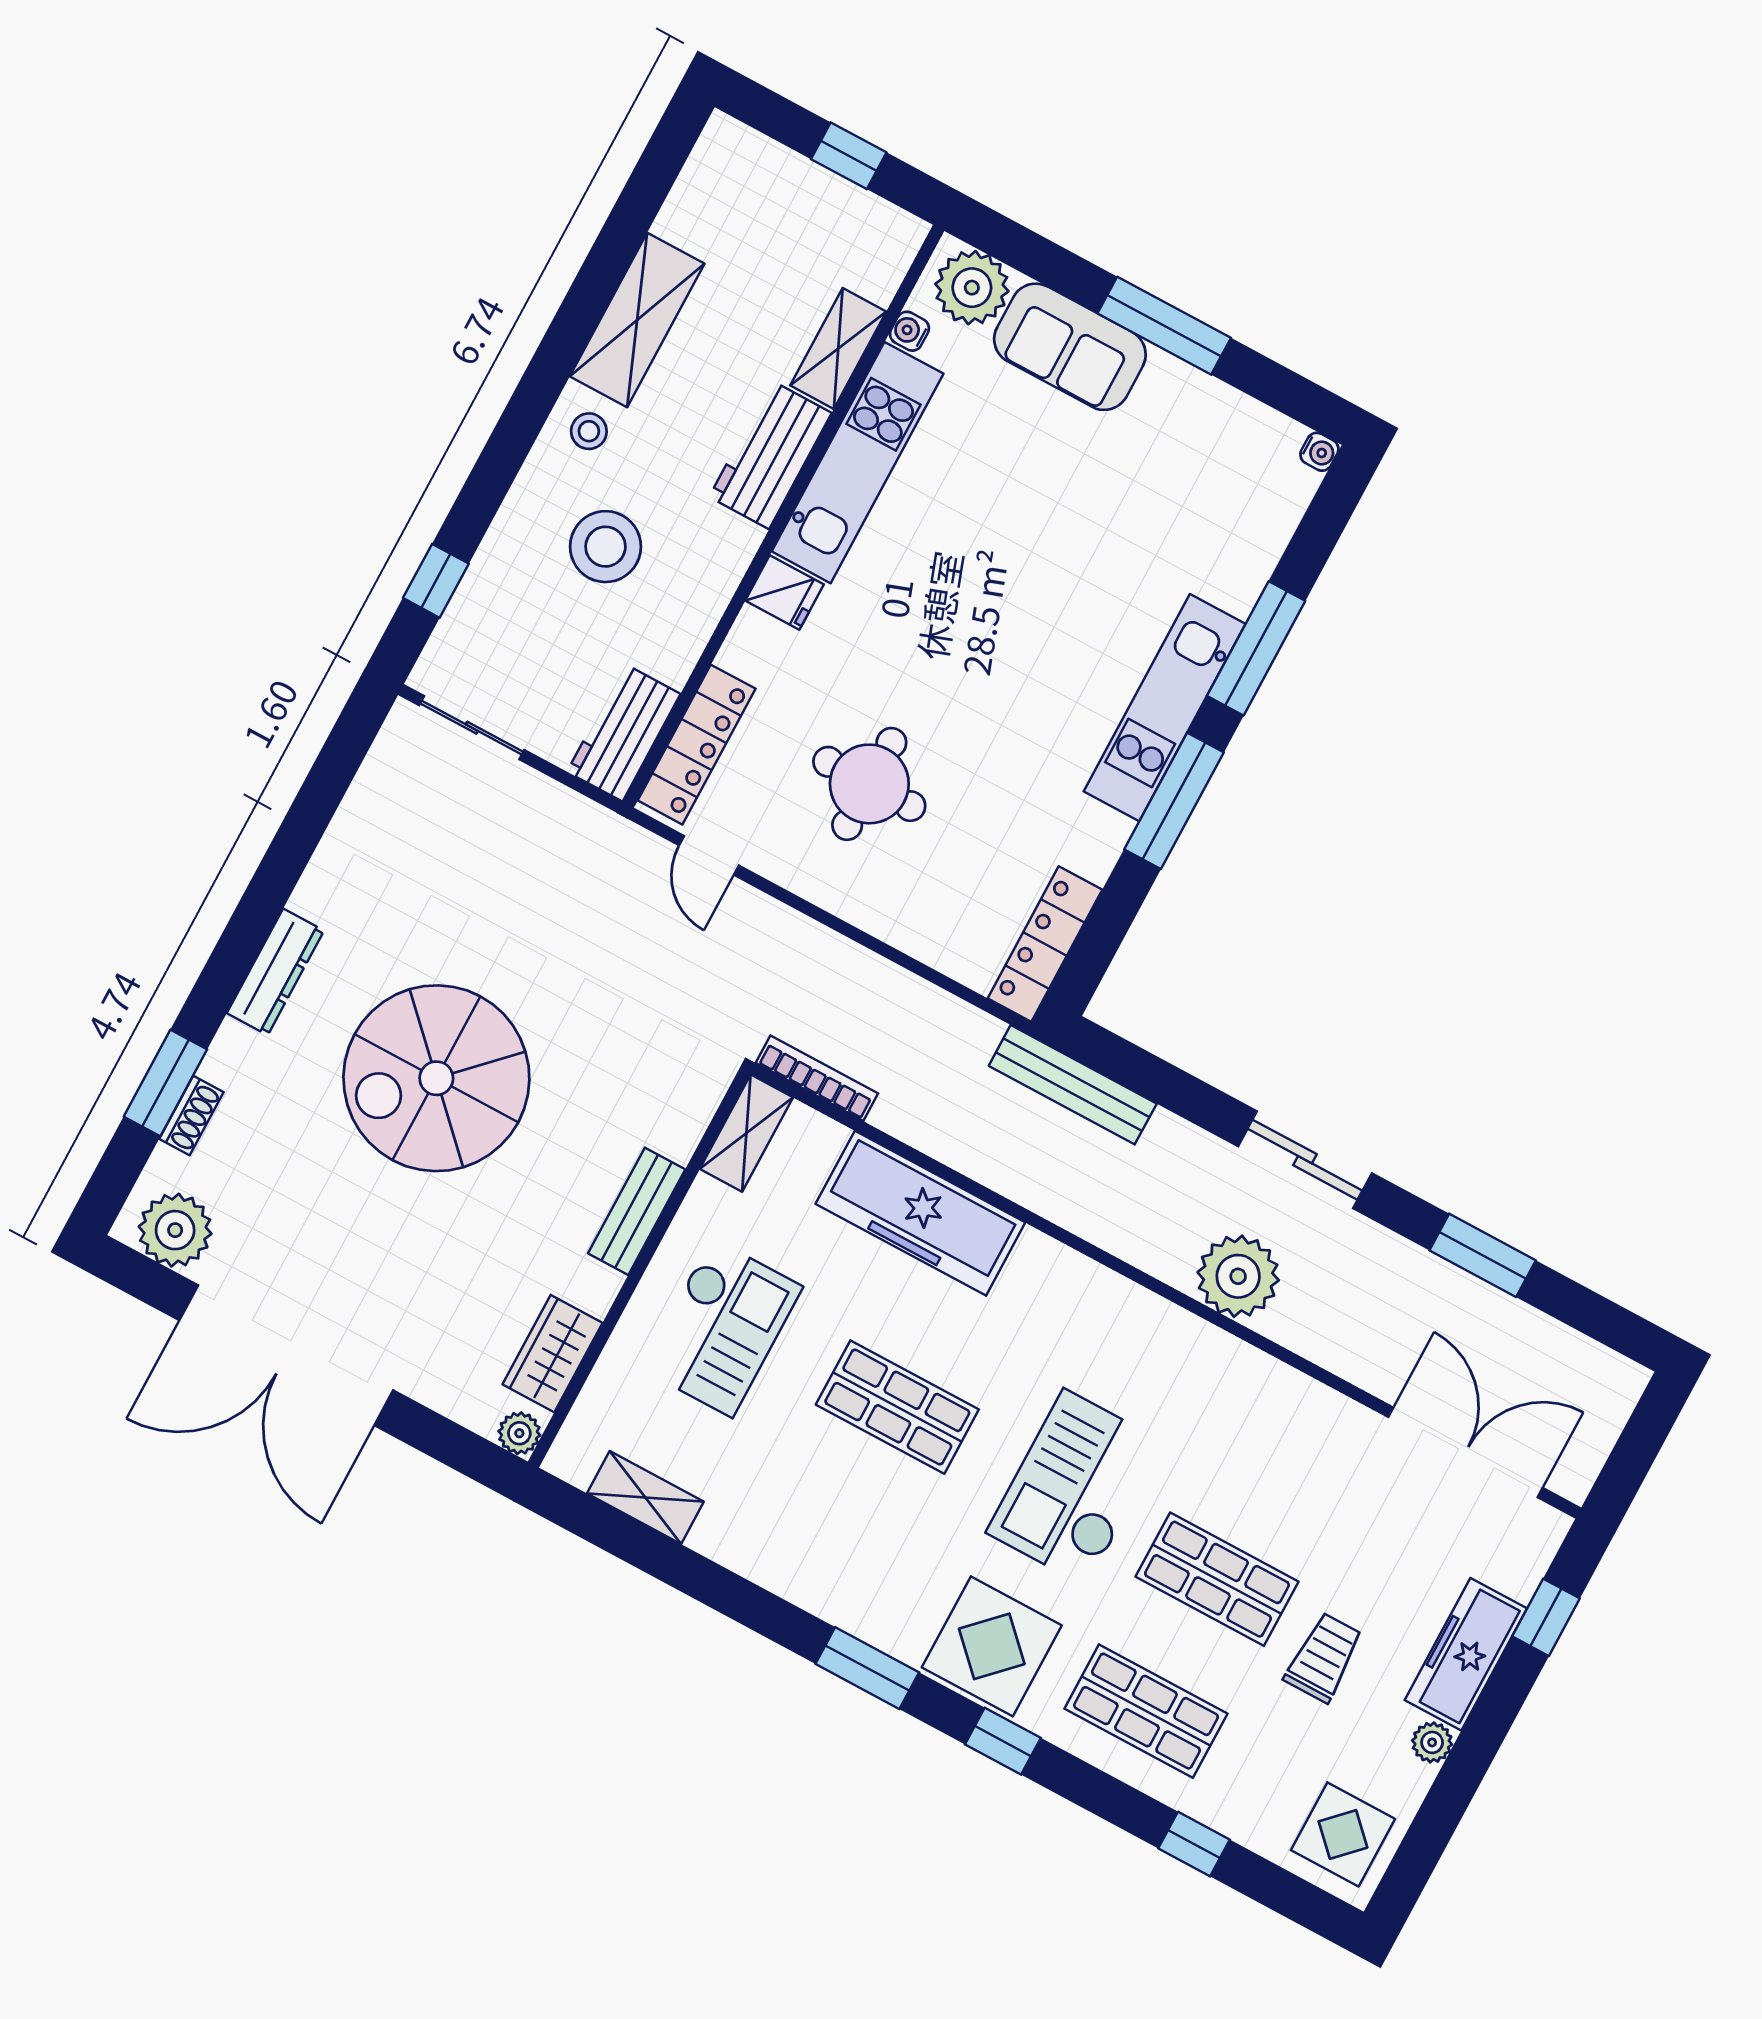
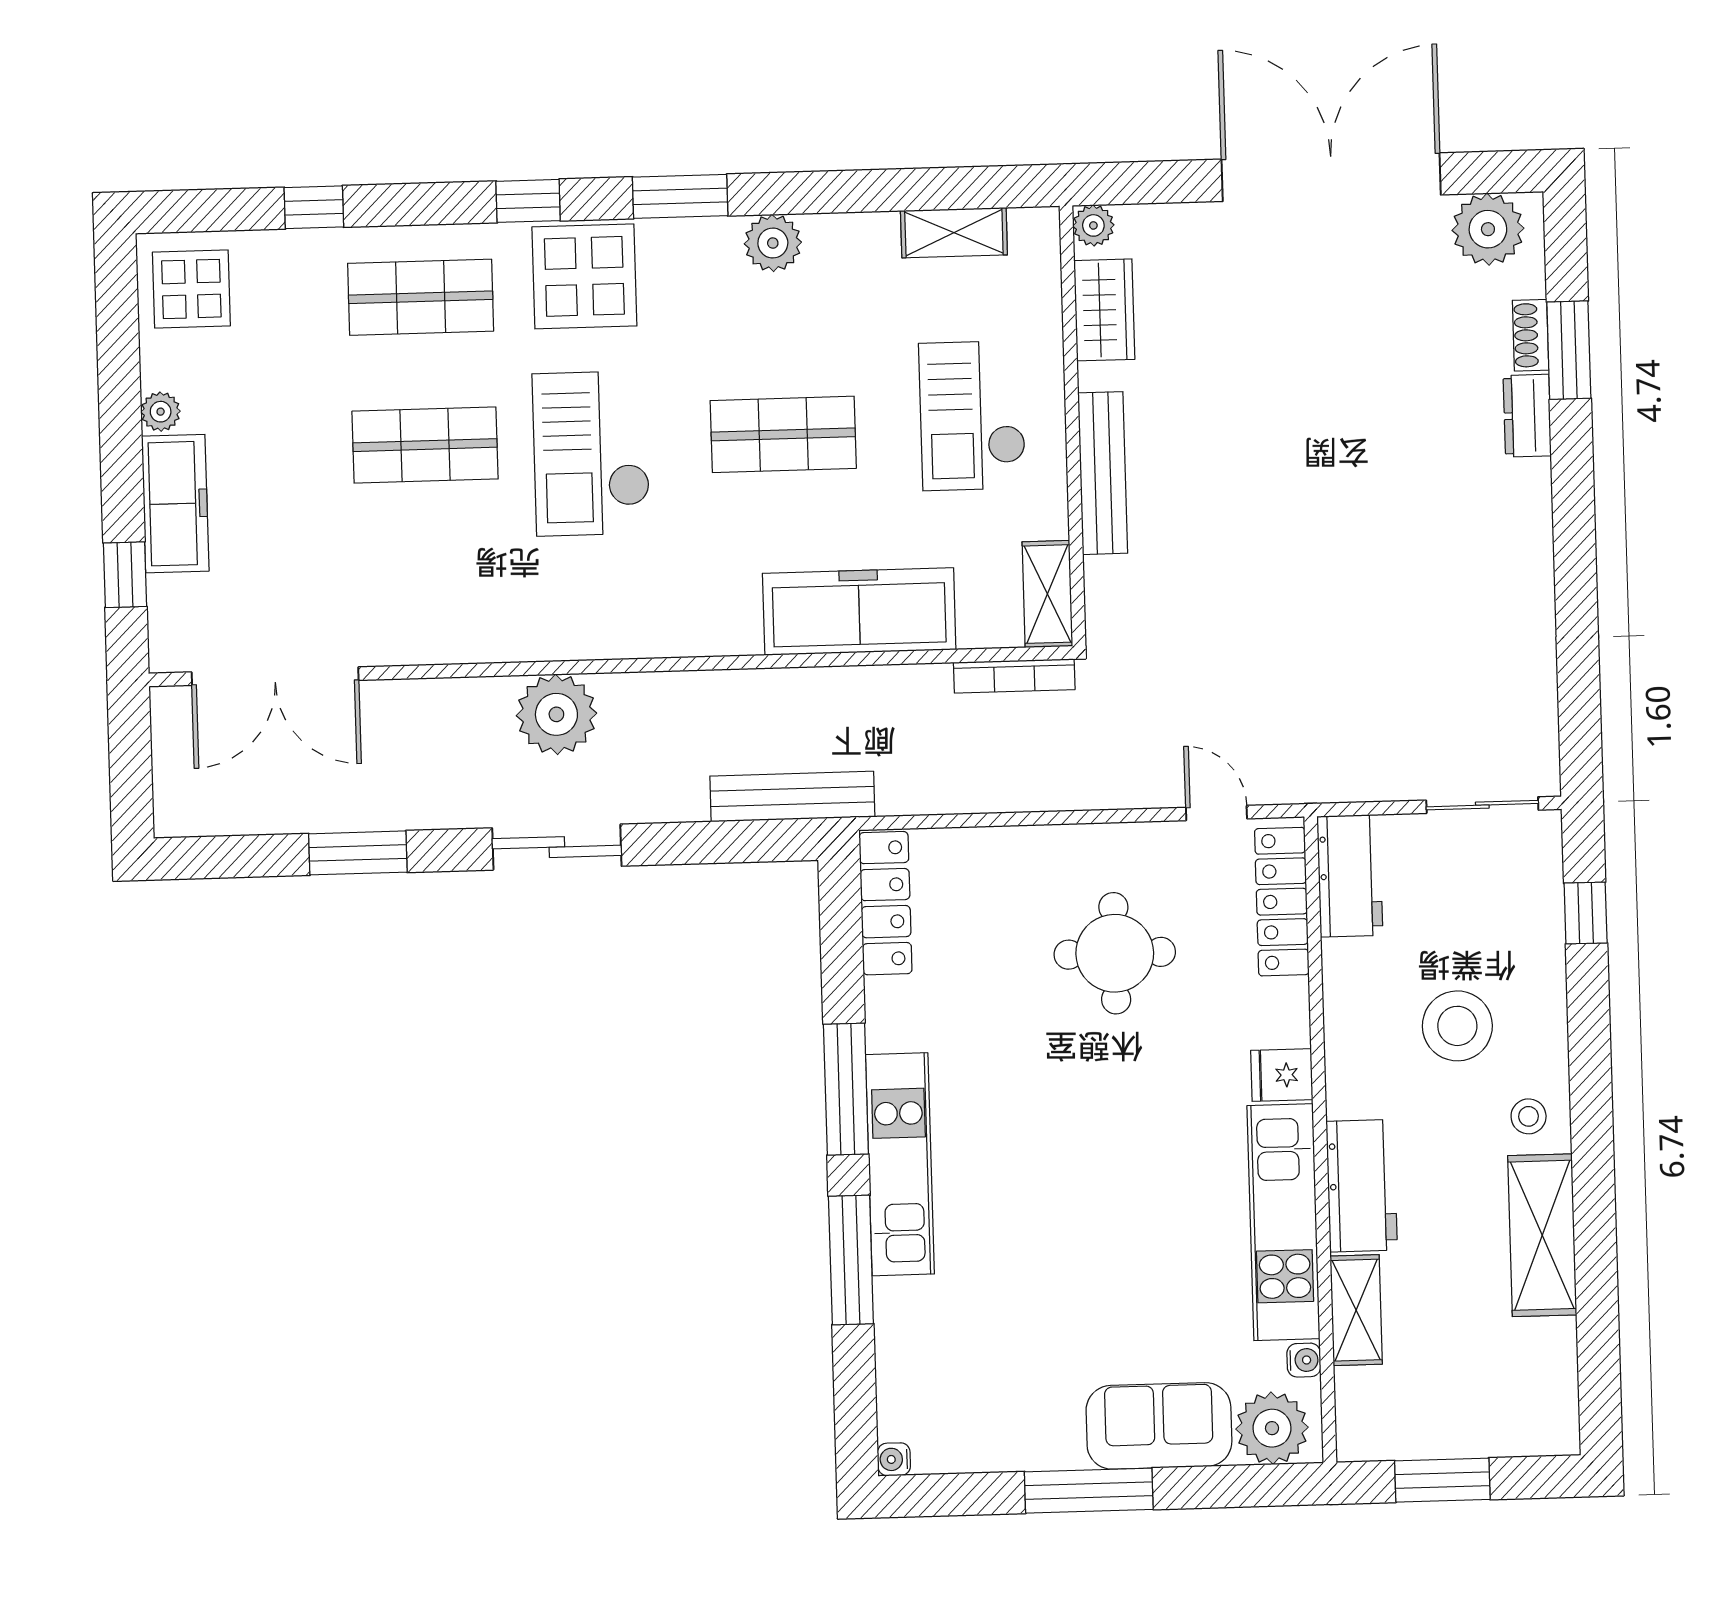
window: (849, 156) -> (1442, 1480), width x1.50
dresser: (275, 972) -> (1527, 416), moved, width x0.70
spiral stairs: (436, 1078) -> (1340, 488), removed
bench: (637, 1211) -> (1103, 473), width x1.36
checkout: (1075, 1488) -> (591, 453), turned 180
plant: (810, 1580) -> (773, 243), added
trolley: (1324, 1658) -> (295, 431), removed

